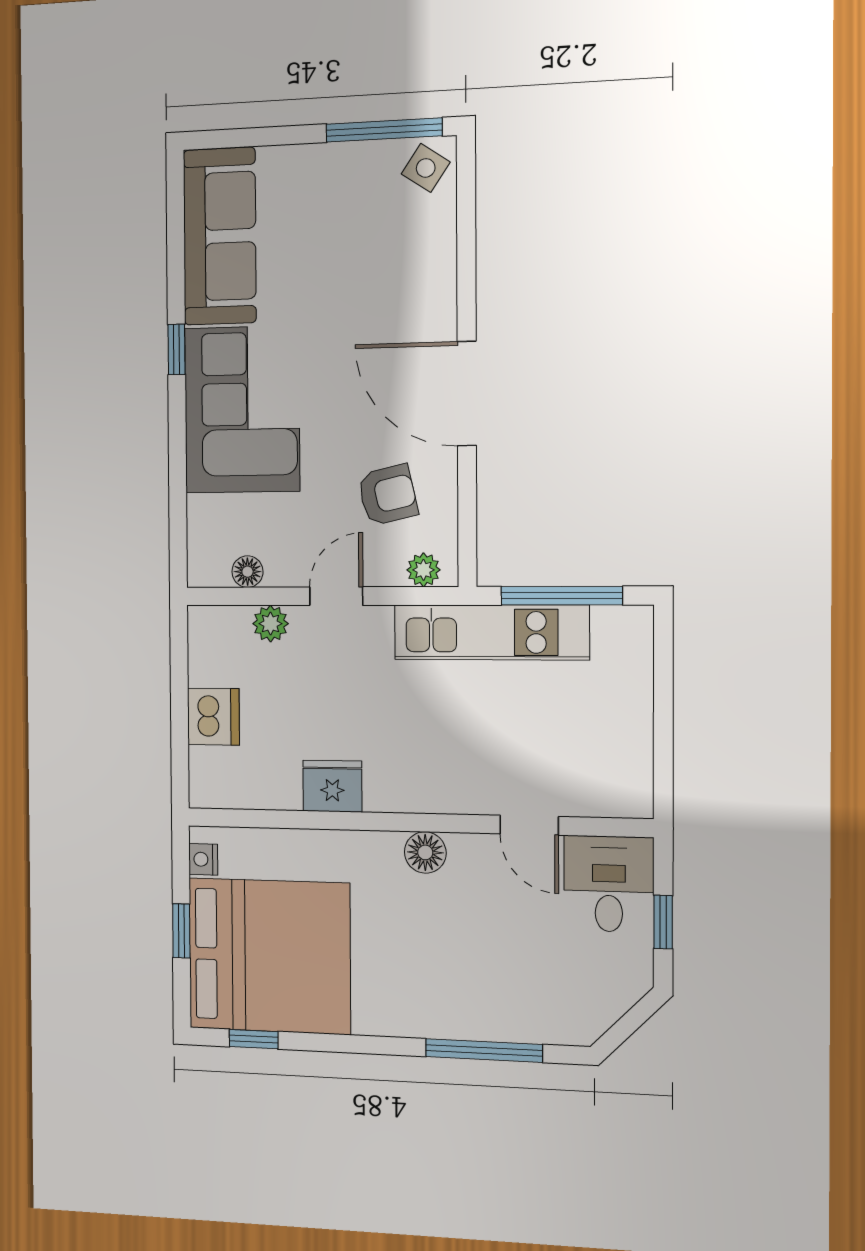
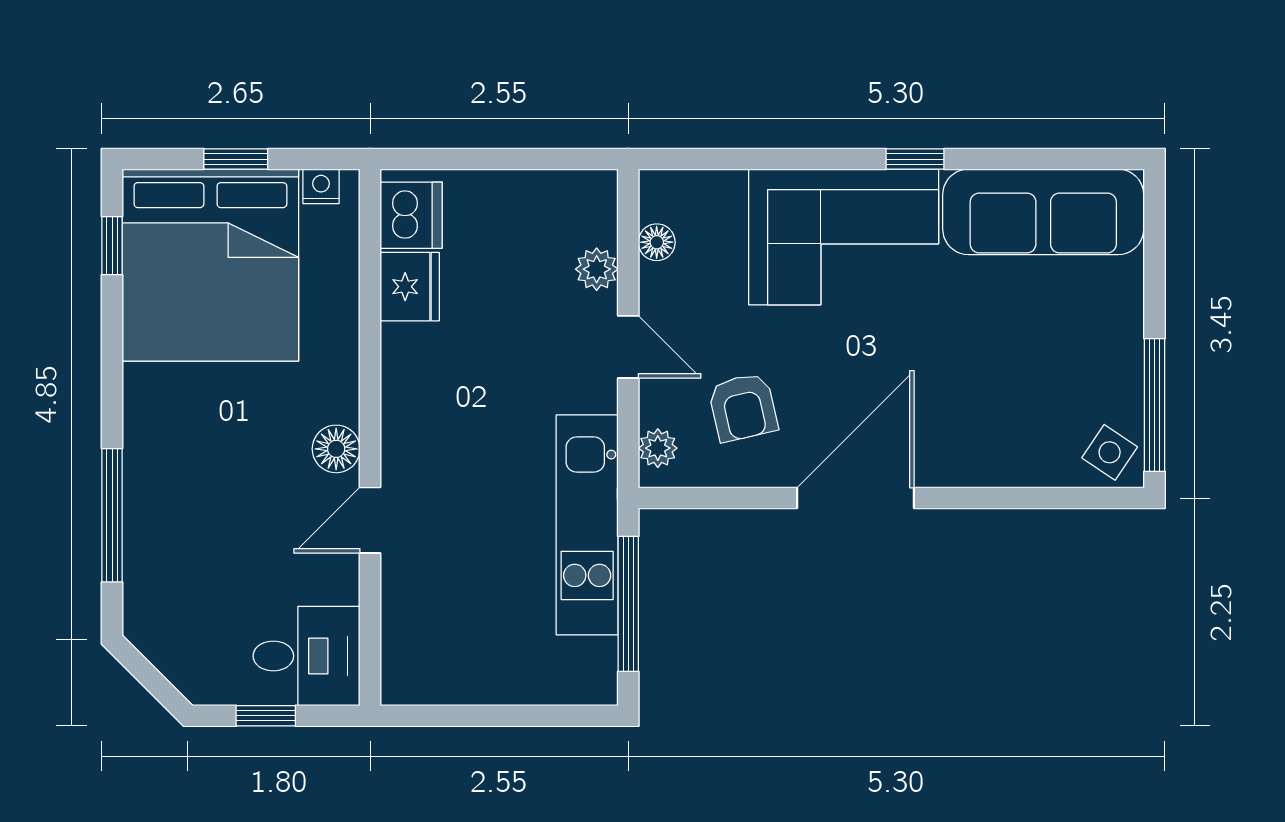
dishwasher: (213, 717) -> (411, 215), moved, turned -90
fridge: (332, 786) -> (410, 287), moved
door: (529, 825) -> (370, 520), moved

